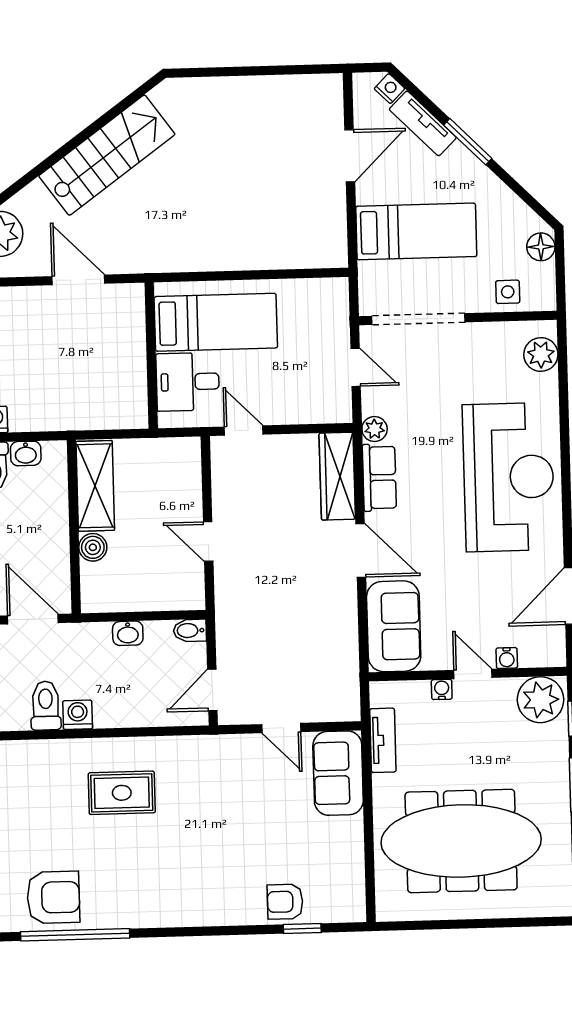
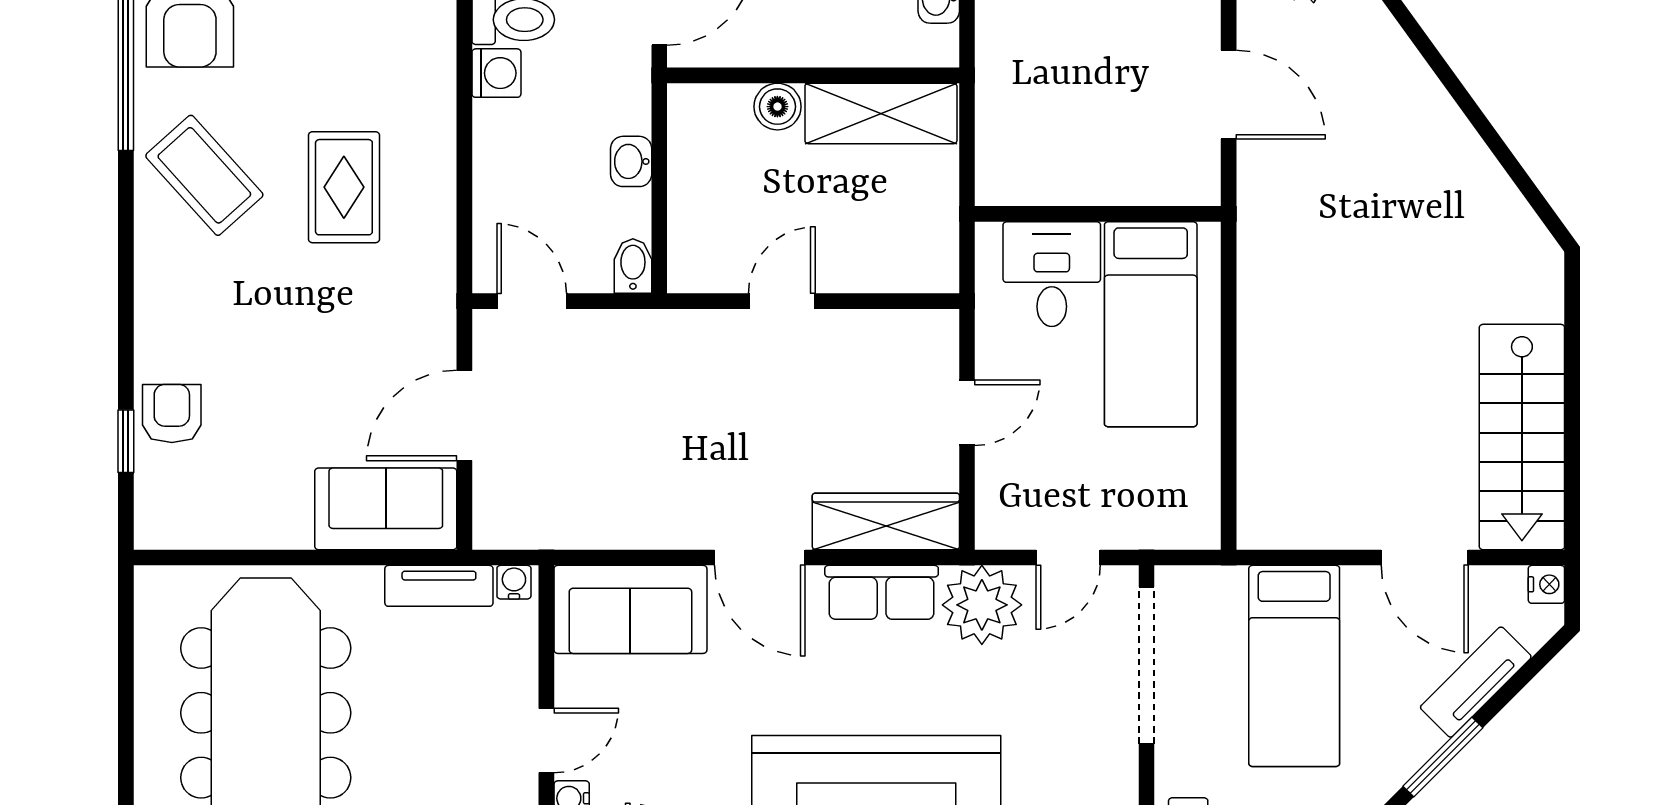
nightstand: (389, 89) -> (1546, 584), moved, turned -45
stairs: (107, 155) -> (1522, 437), moved, turned 36
door: (78, 280) -> (1229, 95), hinge flipped
plant: (374, 429) -> (982, 605), width x1.88, depth x1.88
door: (244, 431) -> (967, 413), moved
door: (361, 550) -> (760, 558), hinge flipped
water cooler: (442, 689) -> (514, 582), moved, turned -90
door: (281, 728) -> (464, 415), width x1.38
rug: (122, 793) -> (344, 187), moved
coffee table: (143, 886) -> (204, 175), added

